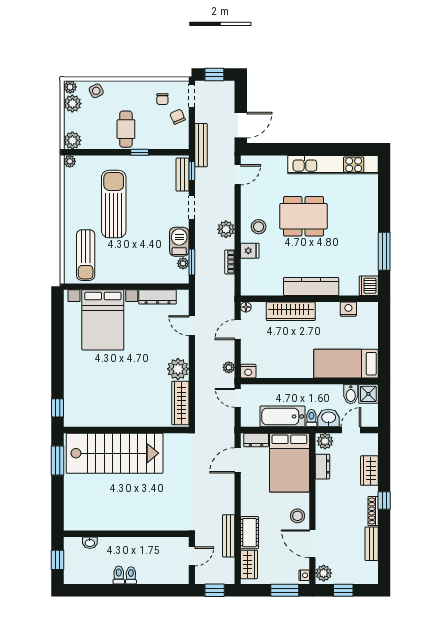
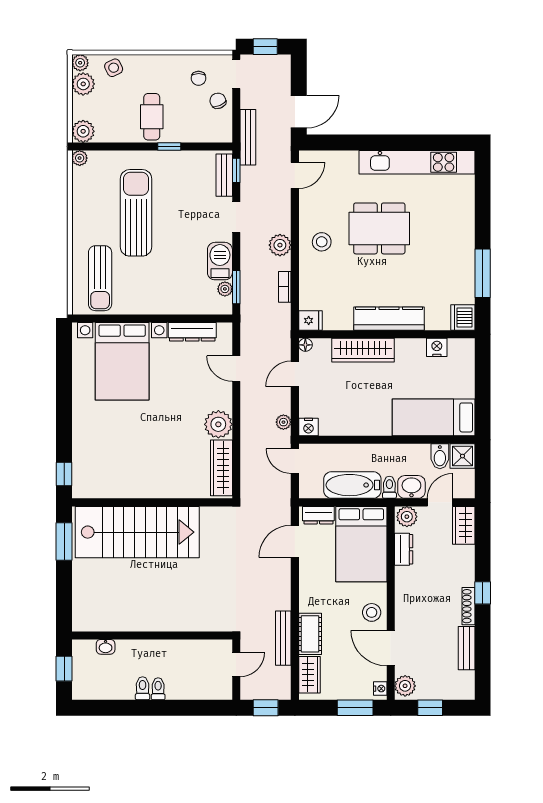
fridge: (250, 251) -> (310, 321), moved
wardrobe: (369, 471) -> (464, 525), moved

